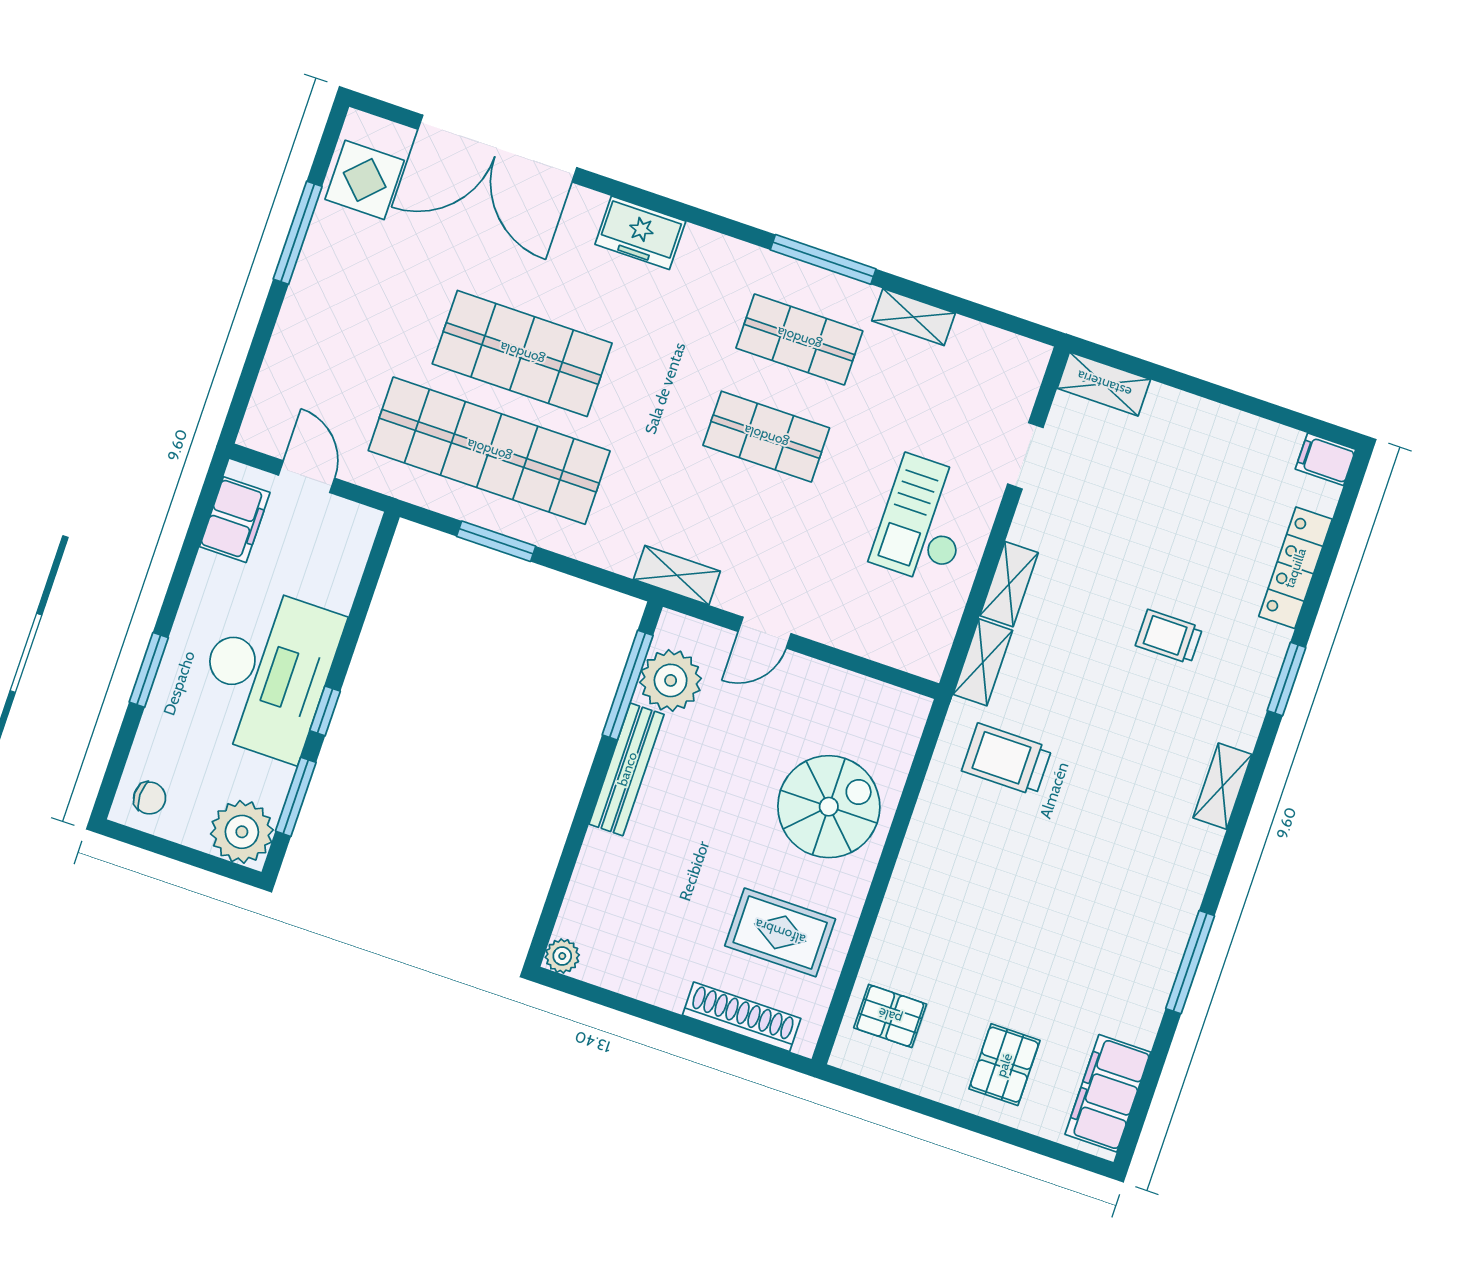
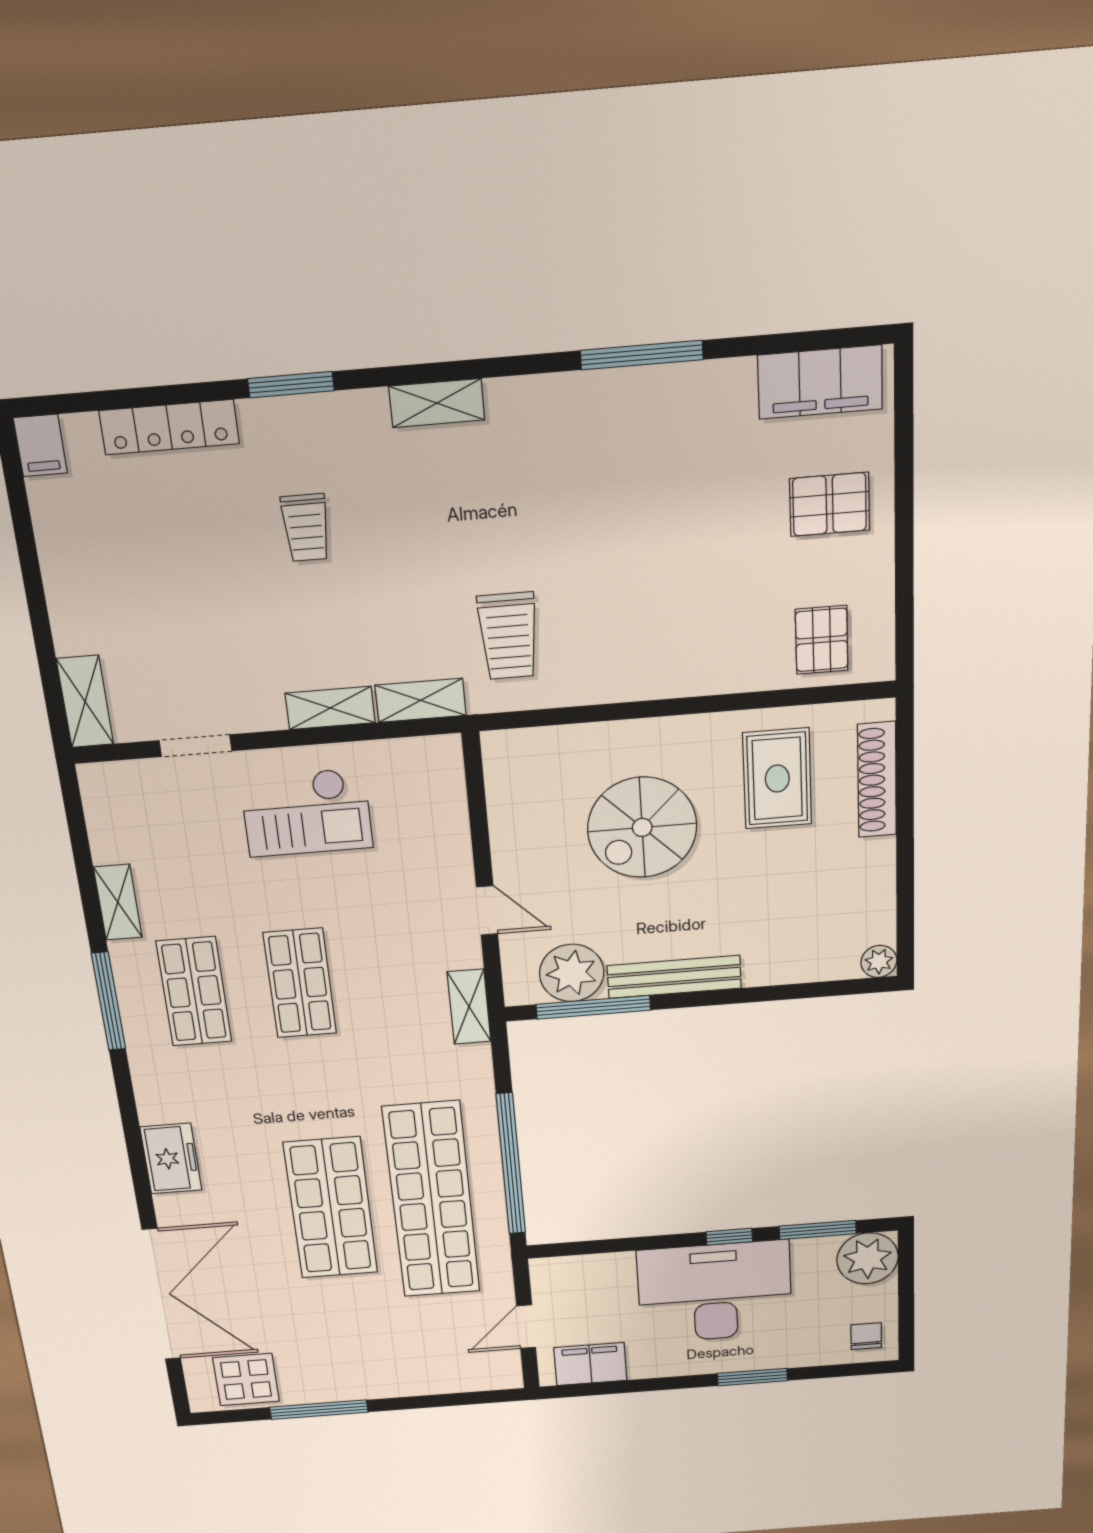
window: (496, 541) -> (511, 1164), width x2.11
spiral stairs: (829, 807) -> (642, 827), moved, turned -90

